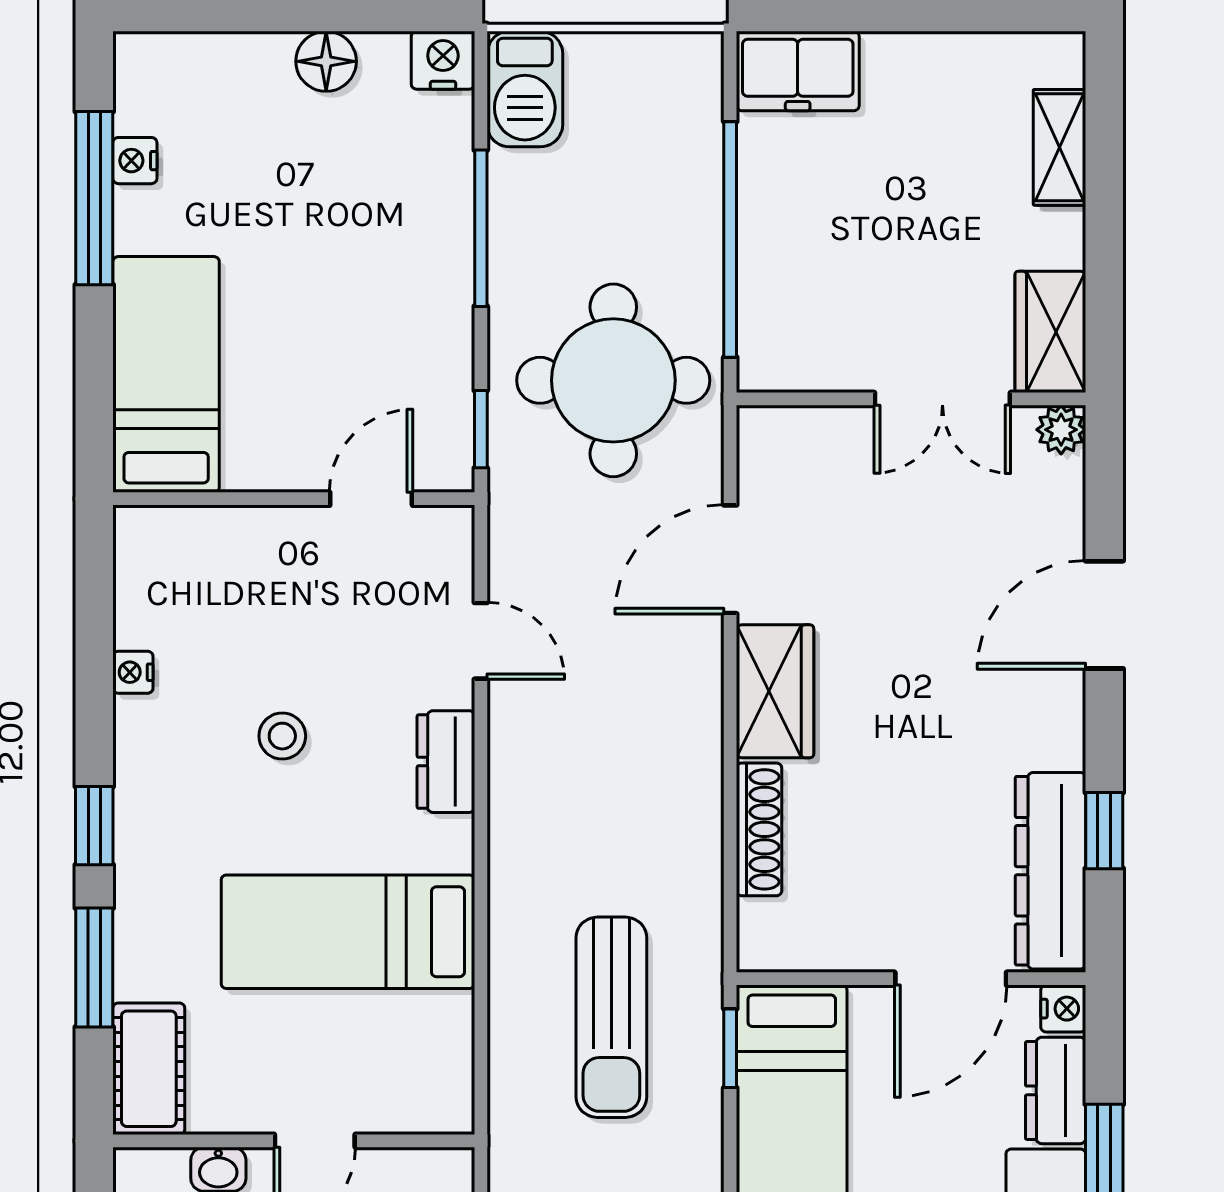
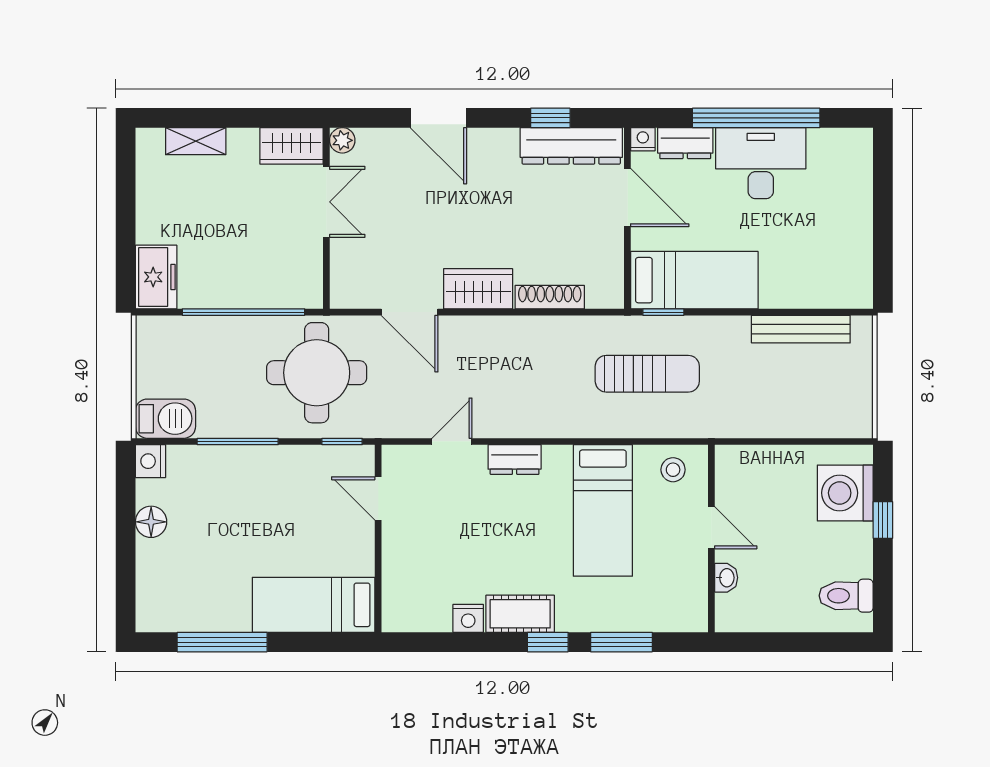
nightstand: (135, 161) -> (203, 621), removed
nightstand: (133, 672) -> (468, 618), width x1.39, depth x1.35
stool: (282, 736) -> (673, 470), moved
cot: (149, 1069) -> (520, 614), moved

